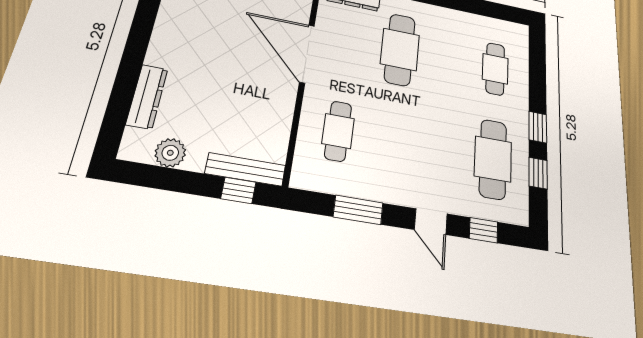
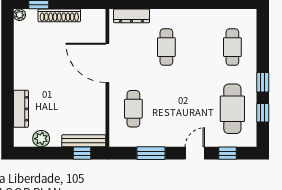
cafe table: (400, 49) -> (166, 47), width x0.73, depth x0.74
door: (431, 222) -> (195, 153), swing flipped

